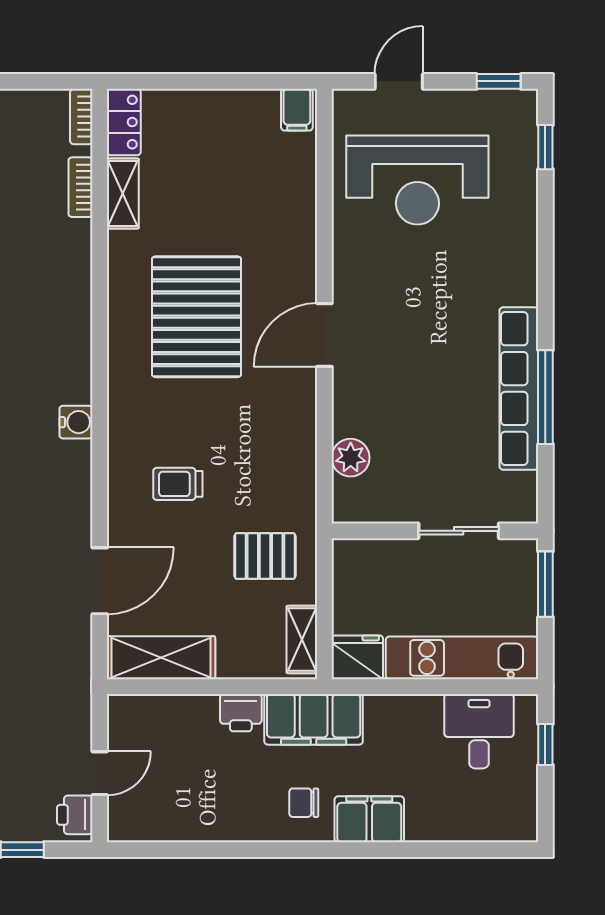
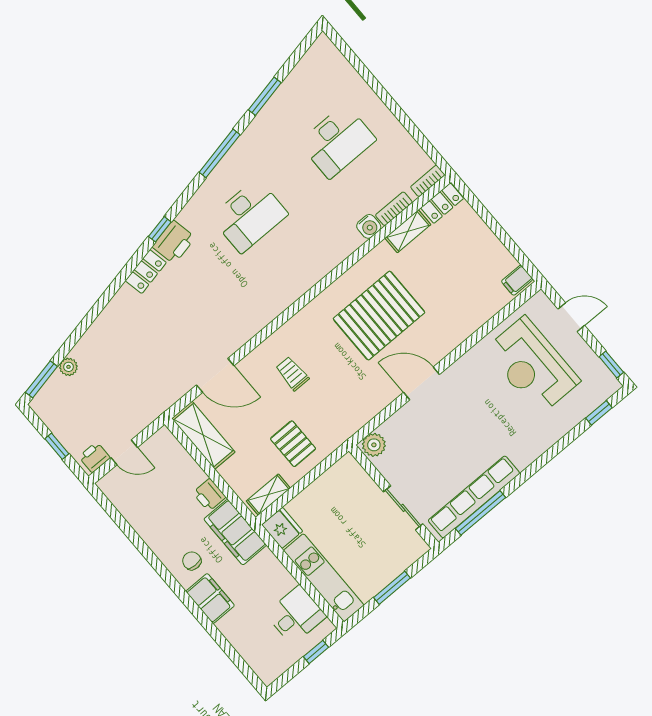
water cooler: (76, 422) -> (369, 226), moved
wall: (435, 531) -> (394, 497), moved
sliding door: (459, 531) -> (403, 508), moved

